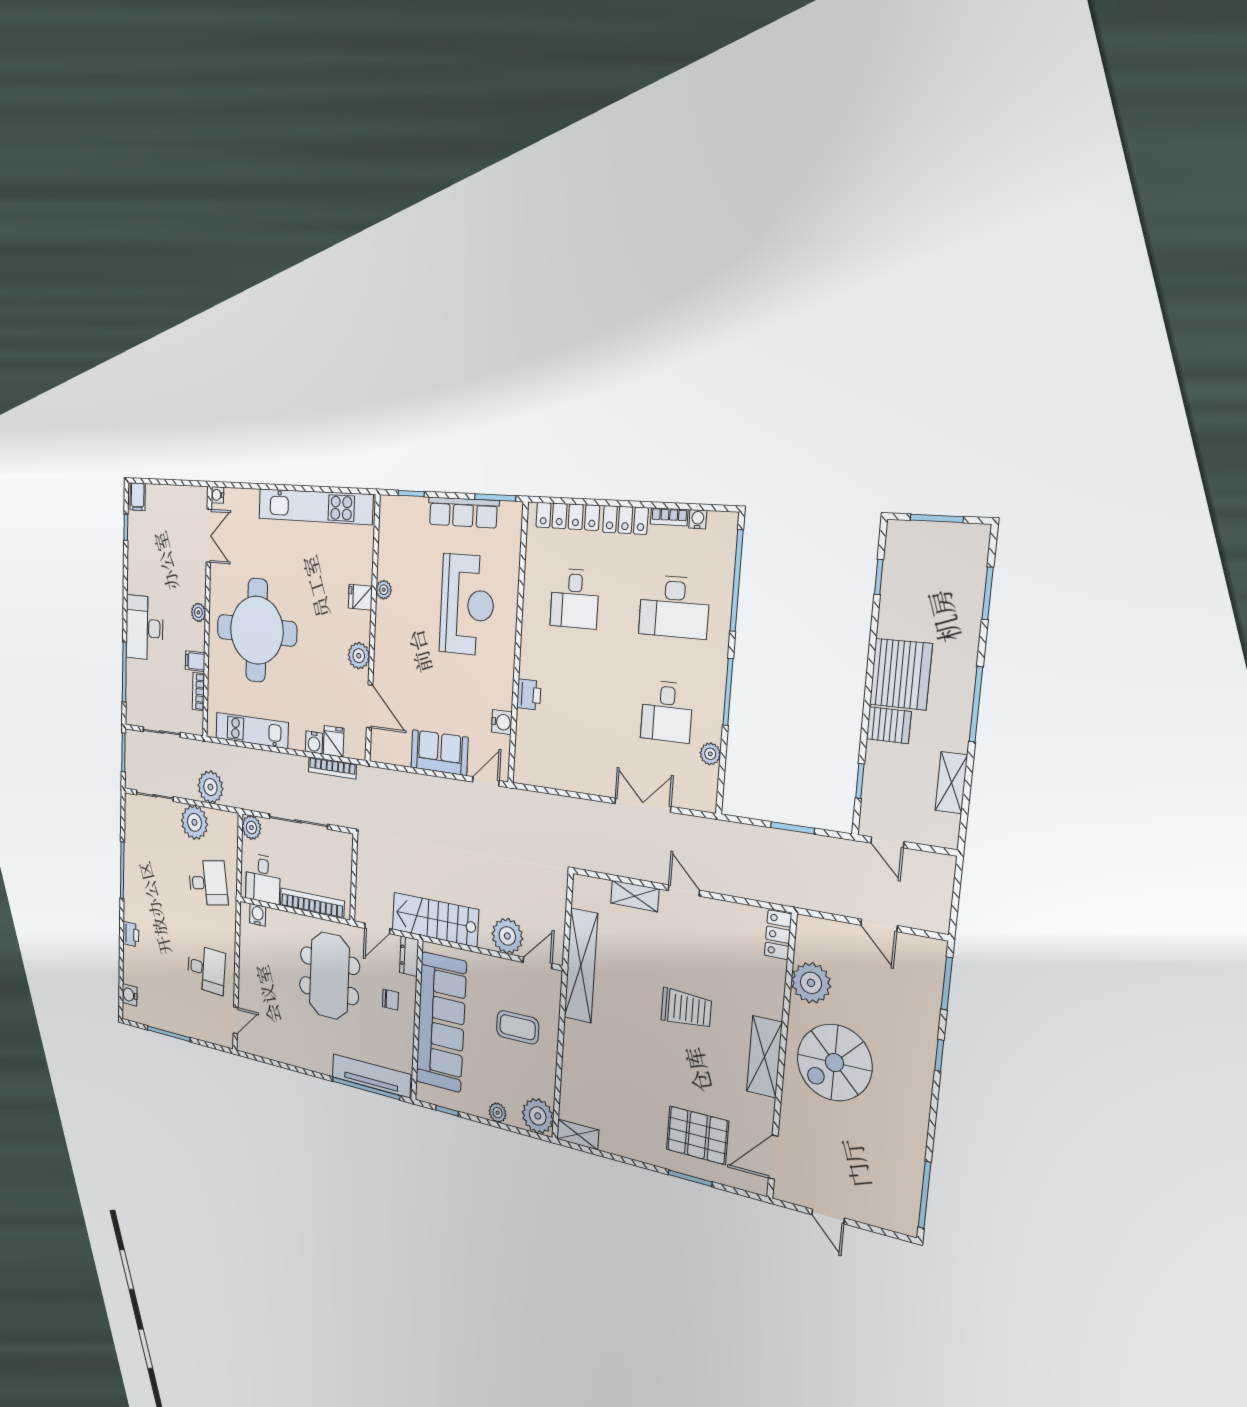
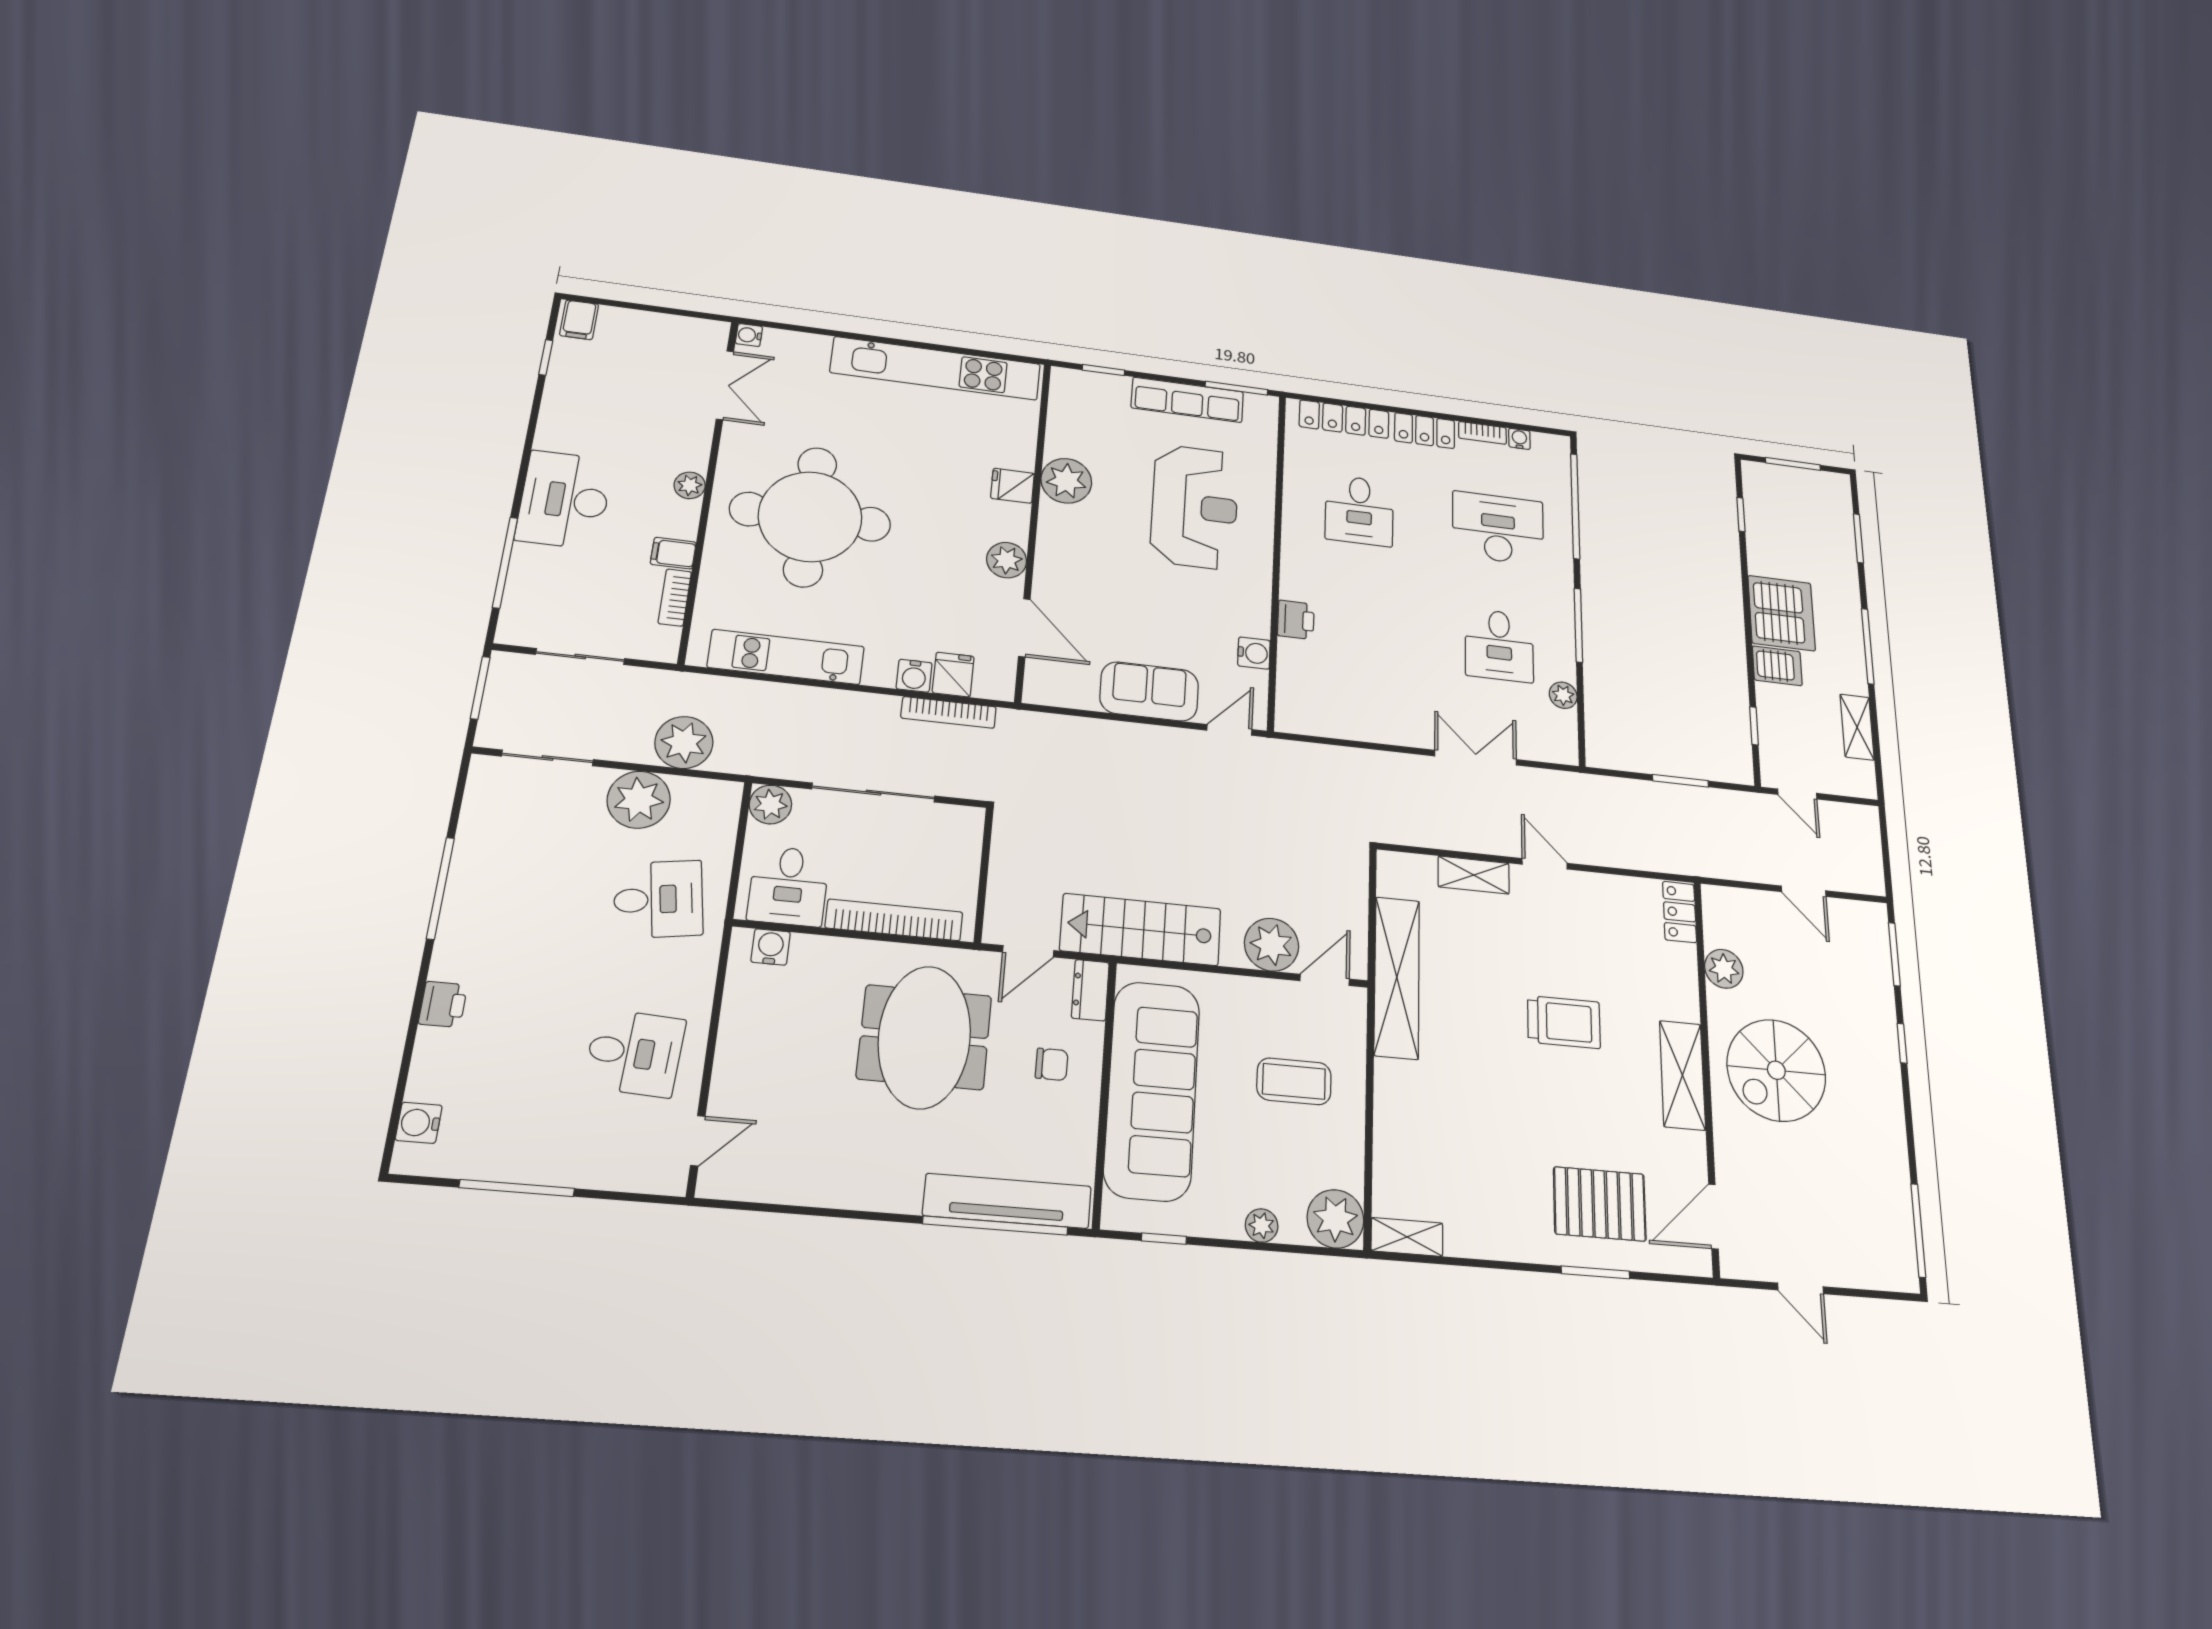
plant: (384, 590) -> (1066, 481), width x1.88, depth x1.88
desk: (674, 607) -> (1498, 528), turned 180
plant: (811, 983) -> (1724, 969), width x0.73, depth x0.73

